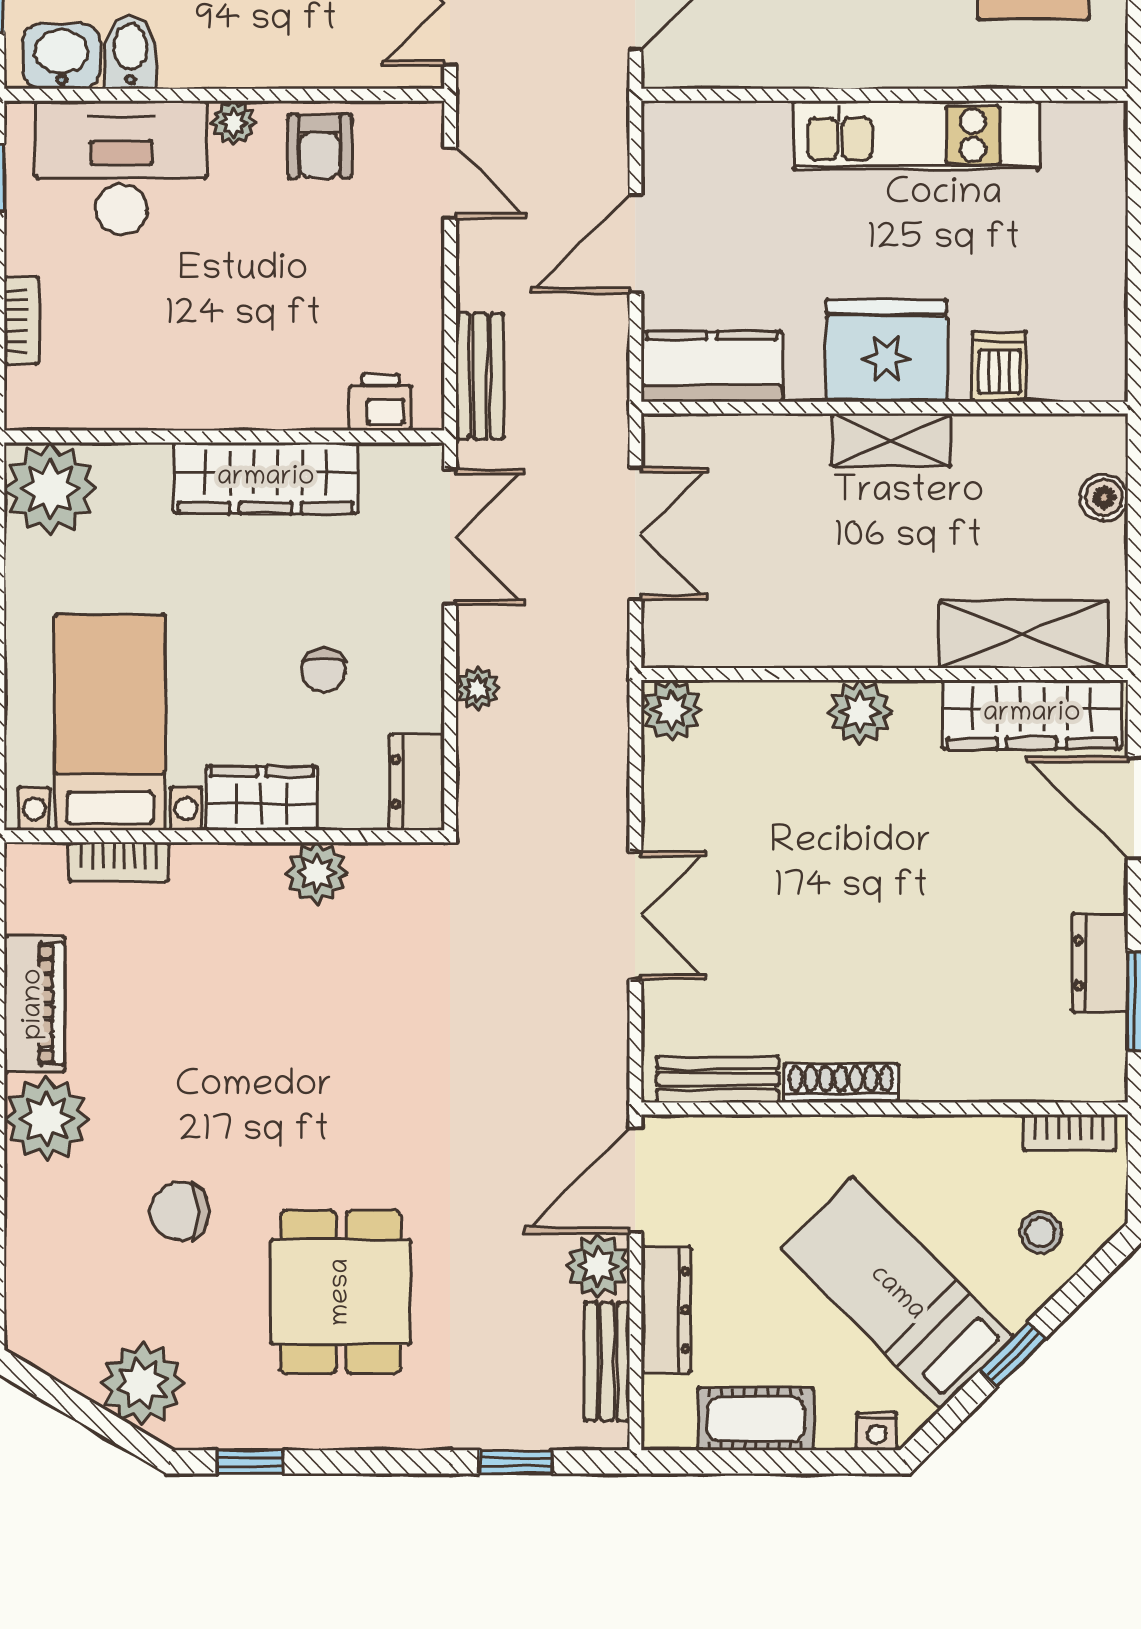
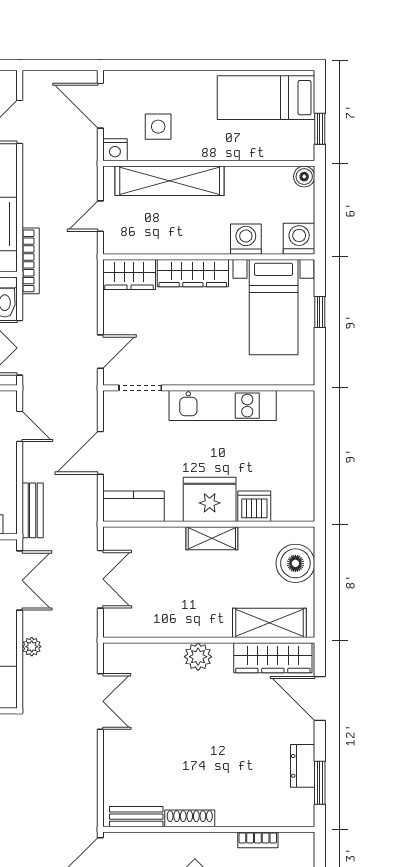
doorway: (727, 95) -> (140, 388), added
dishwasher: (999, 367) -> (254, 506), width x1.38
boiler: (1104, 498) -> (295, 563), width x1.86, depth x1.86
plant: (672, 710) -> (116, 656), removed
double door: (635, 915) -> (100, 701), moved
bookcase: (1069, 1133) -> (258, 840), moved

